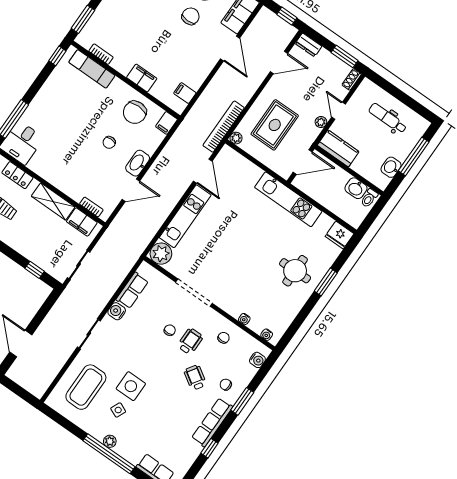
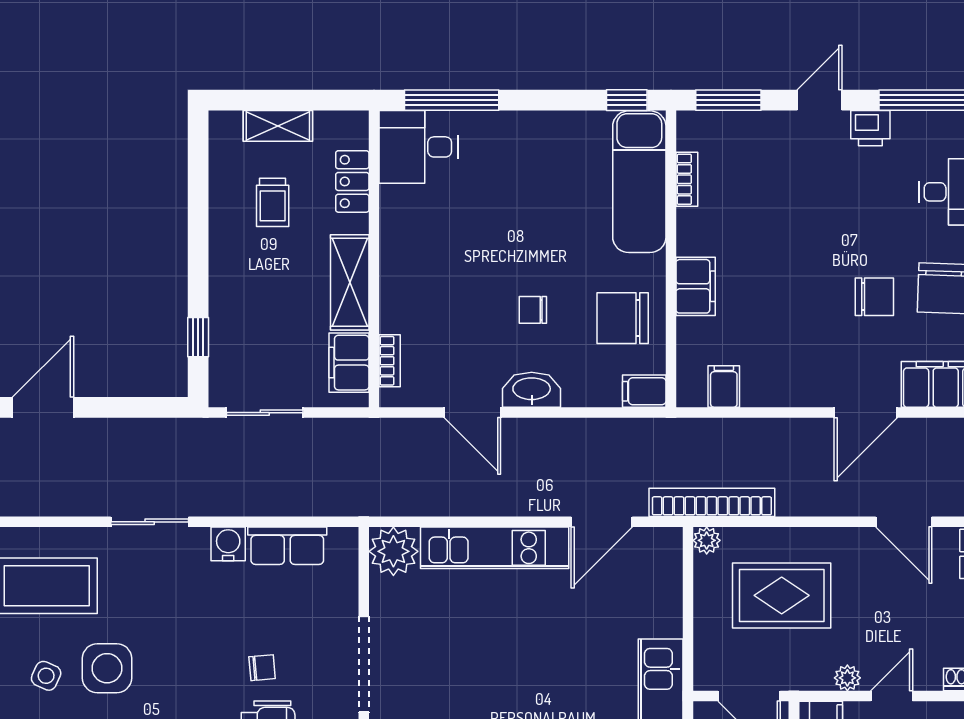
exam couch: (92, 69) -> (639, 182), width x1.36, depth x1.45

